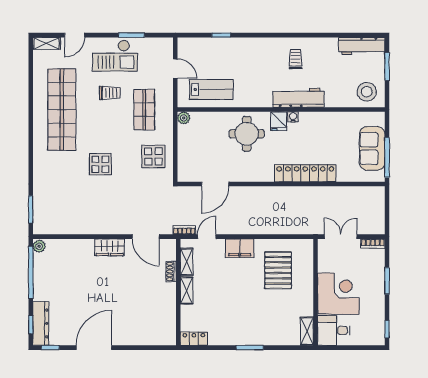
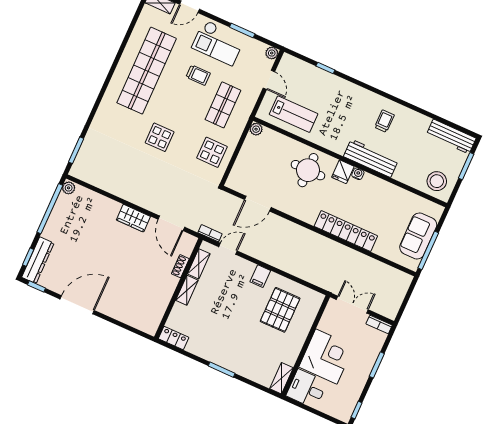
plant: (167, 43) -> (272, 53), added
filing cabinet: (240, 248) -> (260, 276), width x0.50

